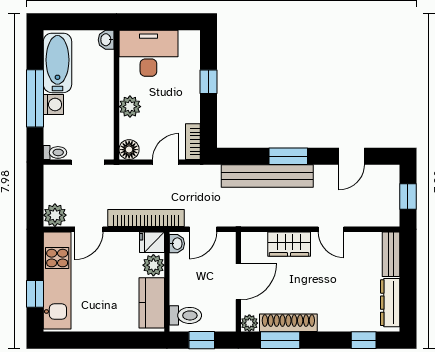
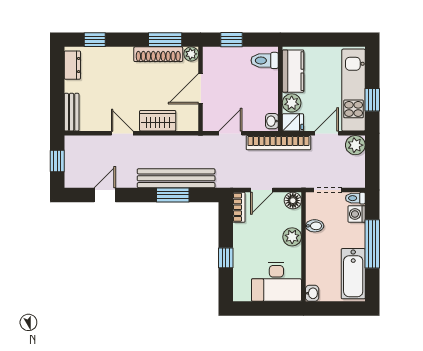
washing machine: (53, 104) -> (357, 214), moved
bidet: (103, 120) -> (315, 226), added
window: (288, 156) -> (173, 195), moved
fridge: (152, 242) -> (293, 122), moved
washbasin: (177, 244) -> (272, 121), moved
plant: (153, 265) -> (292, 103), moved
wall: (167, 282) -> (280, 89), moved
window: (35, 294) -> (372, 100), moved
kitchen counter: (152, 303) -> (293, 71), moved
dresser: (390, 303) -> (72, 65), width x0.70
toilet: (185, 315) -> (265, 60), moved

